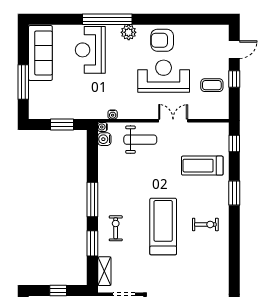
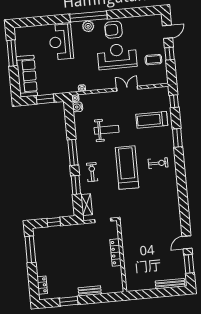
window: (107, 19) -> (89, 16), moved
sofa: (40, 53) -> (27, 76), moved
window: (23, 82) -> (12, 53), moved
weight bench: (140, 140) -> (107, 130), moved

